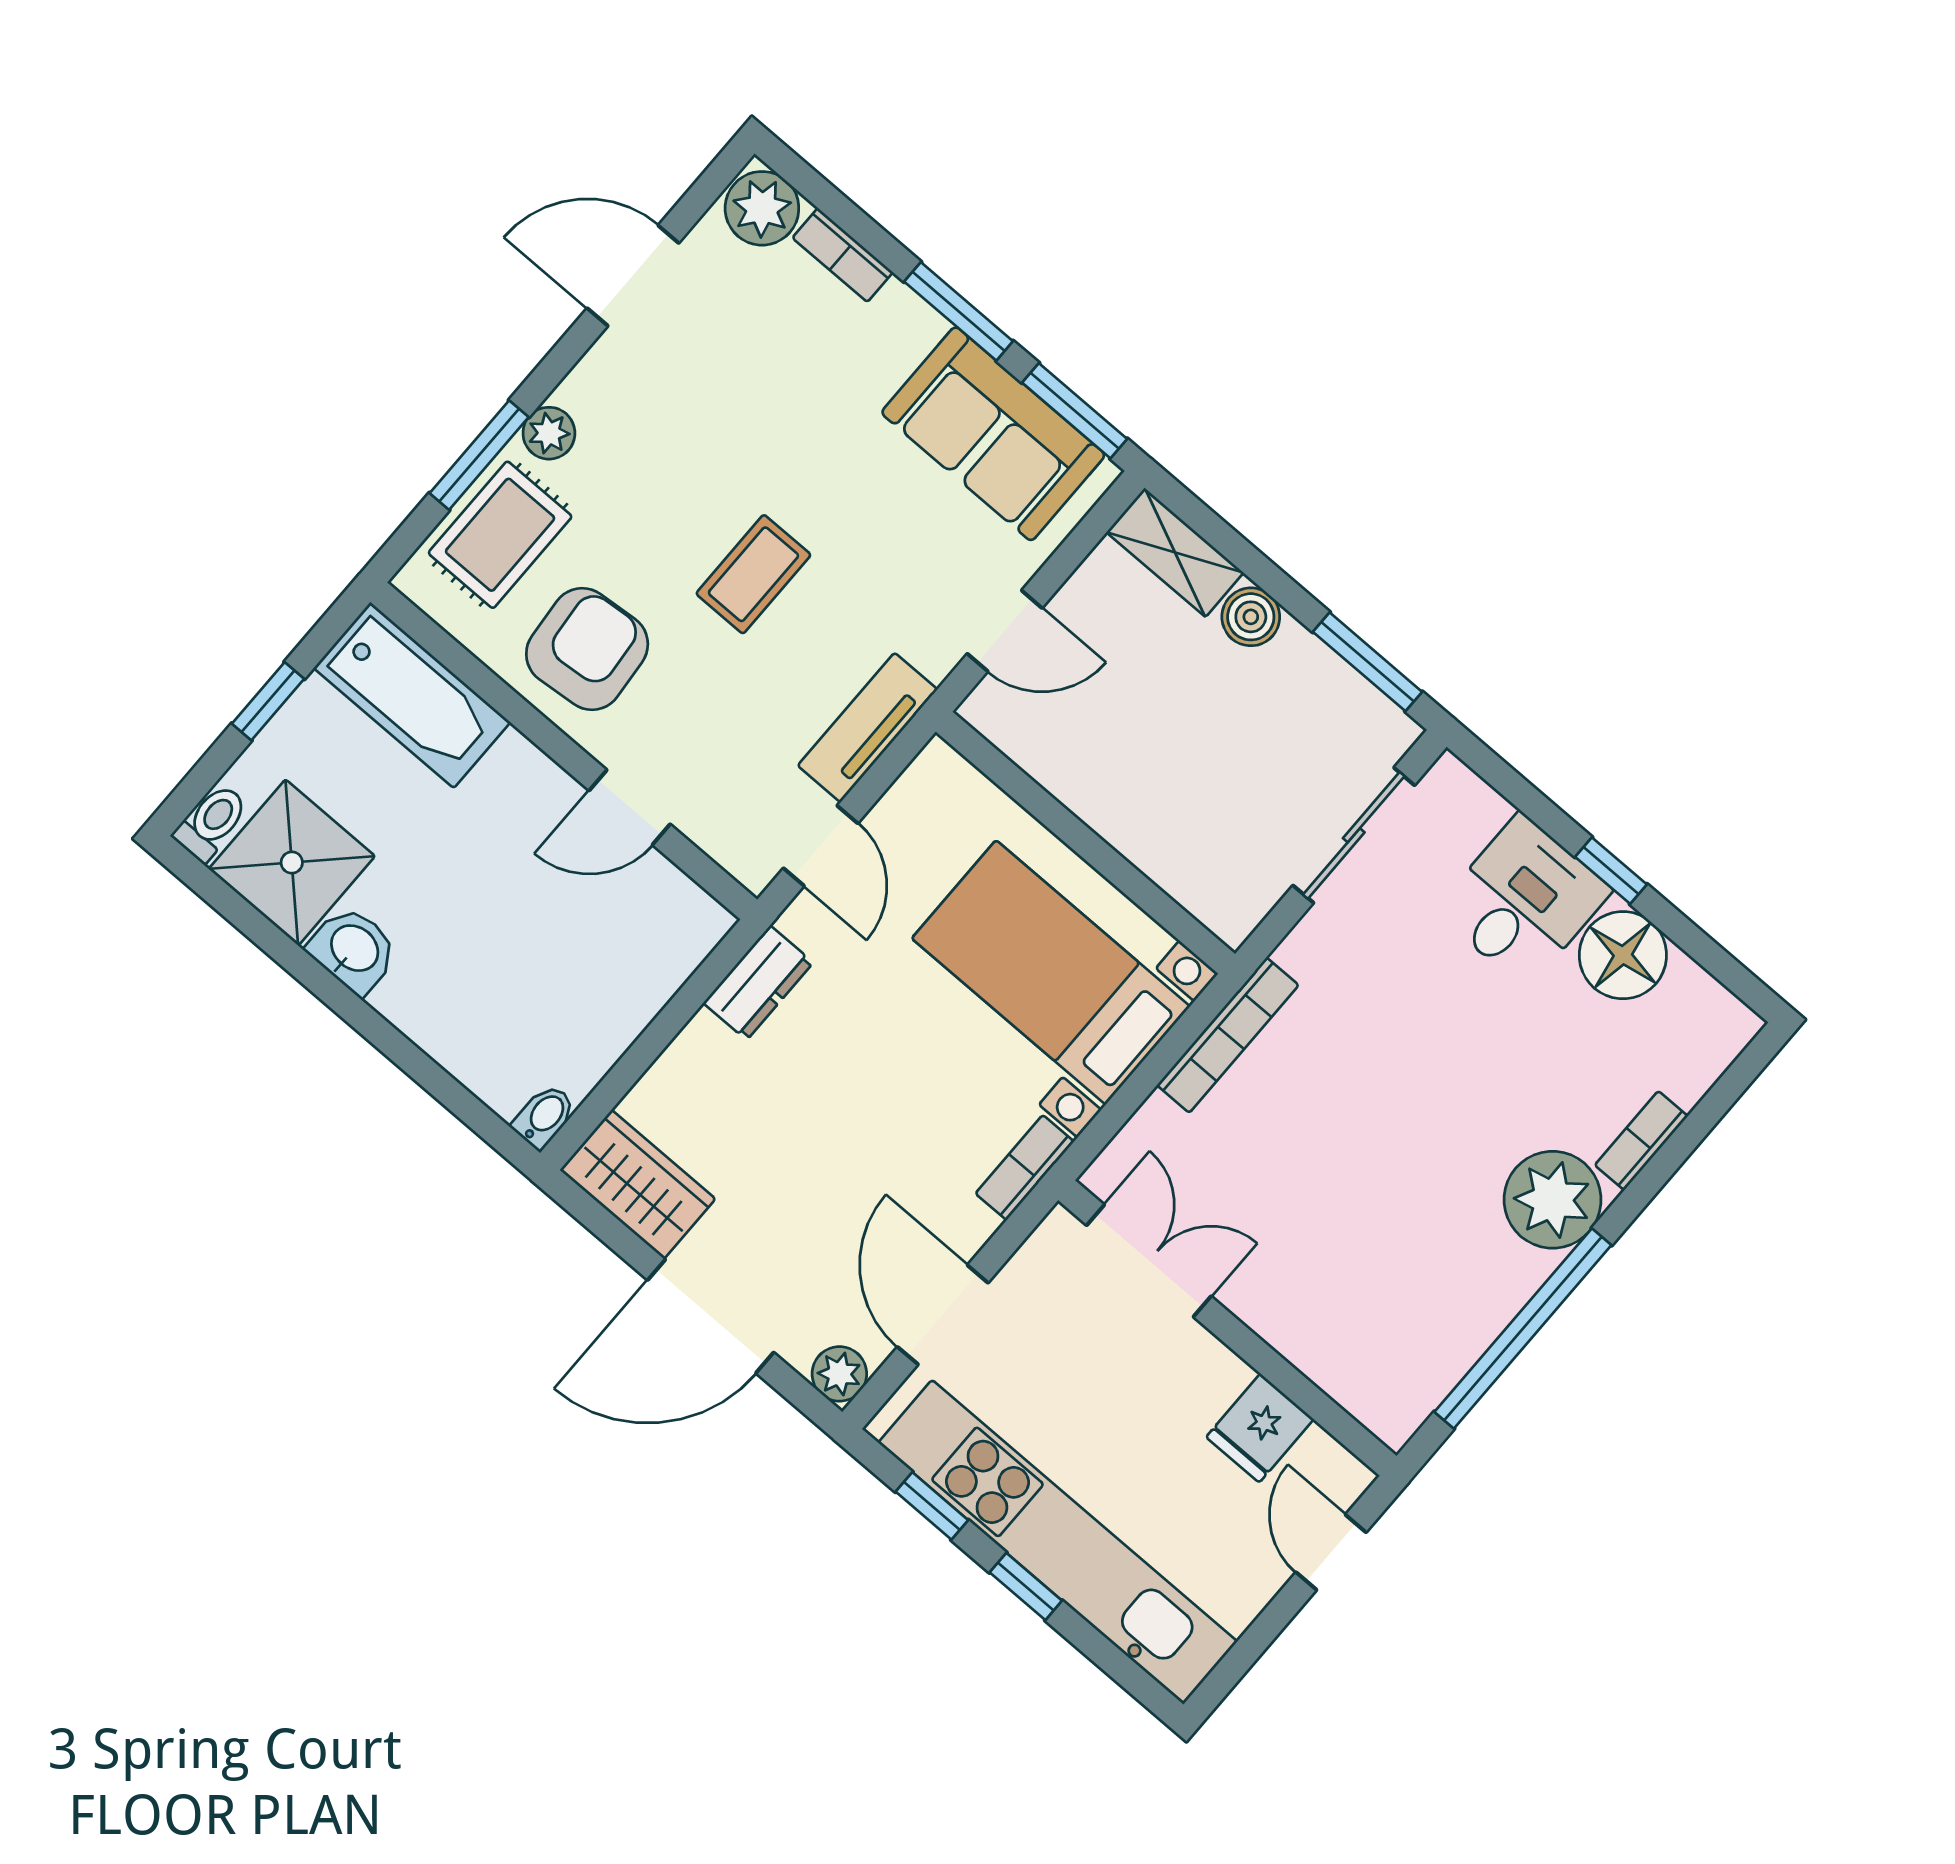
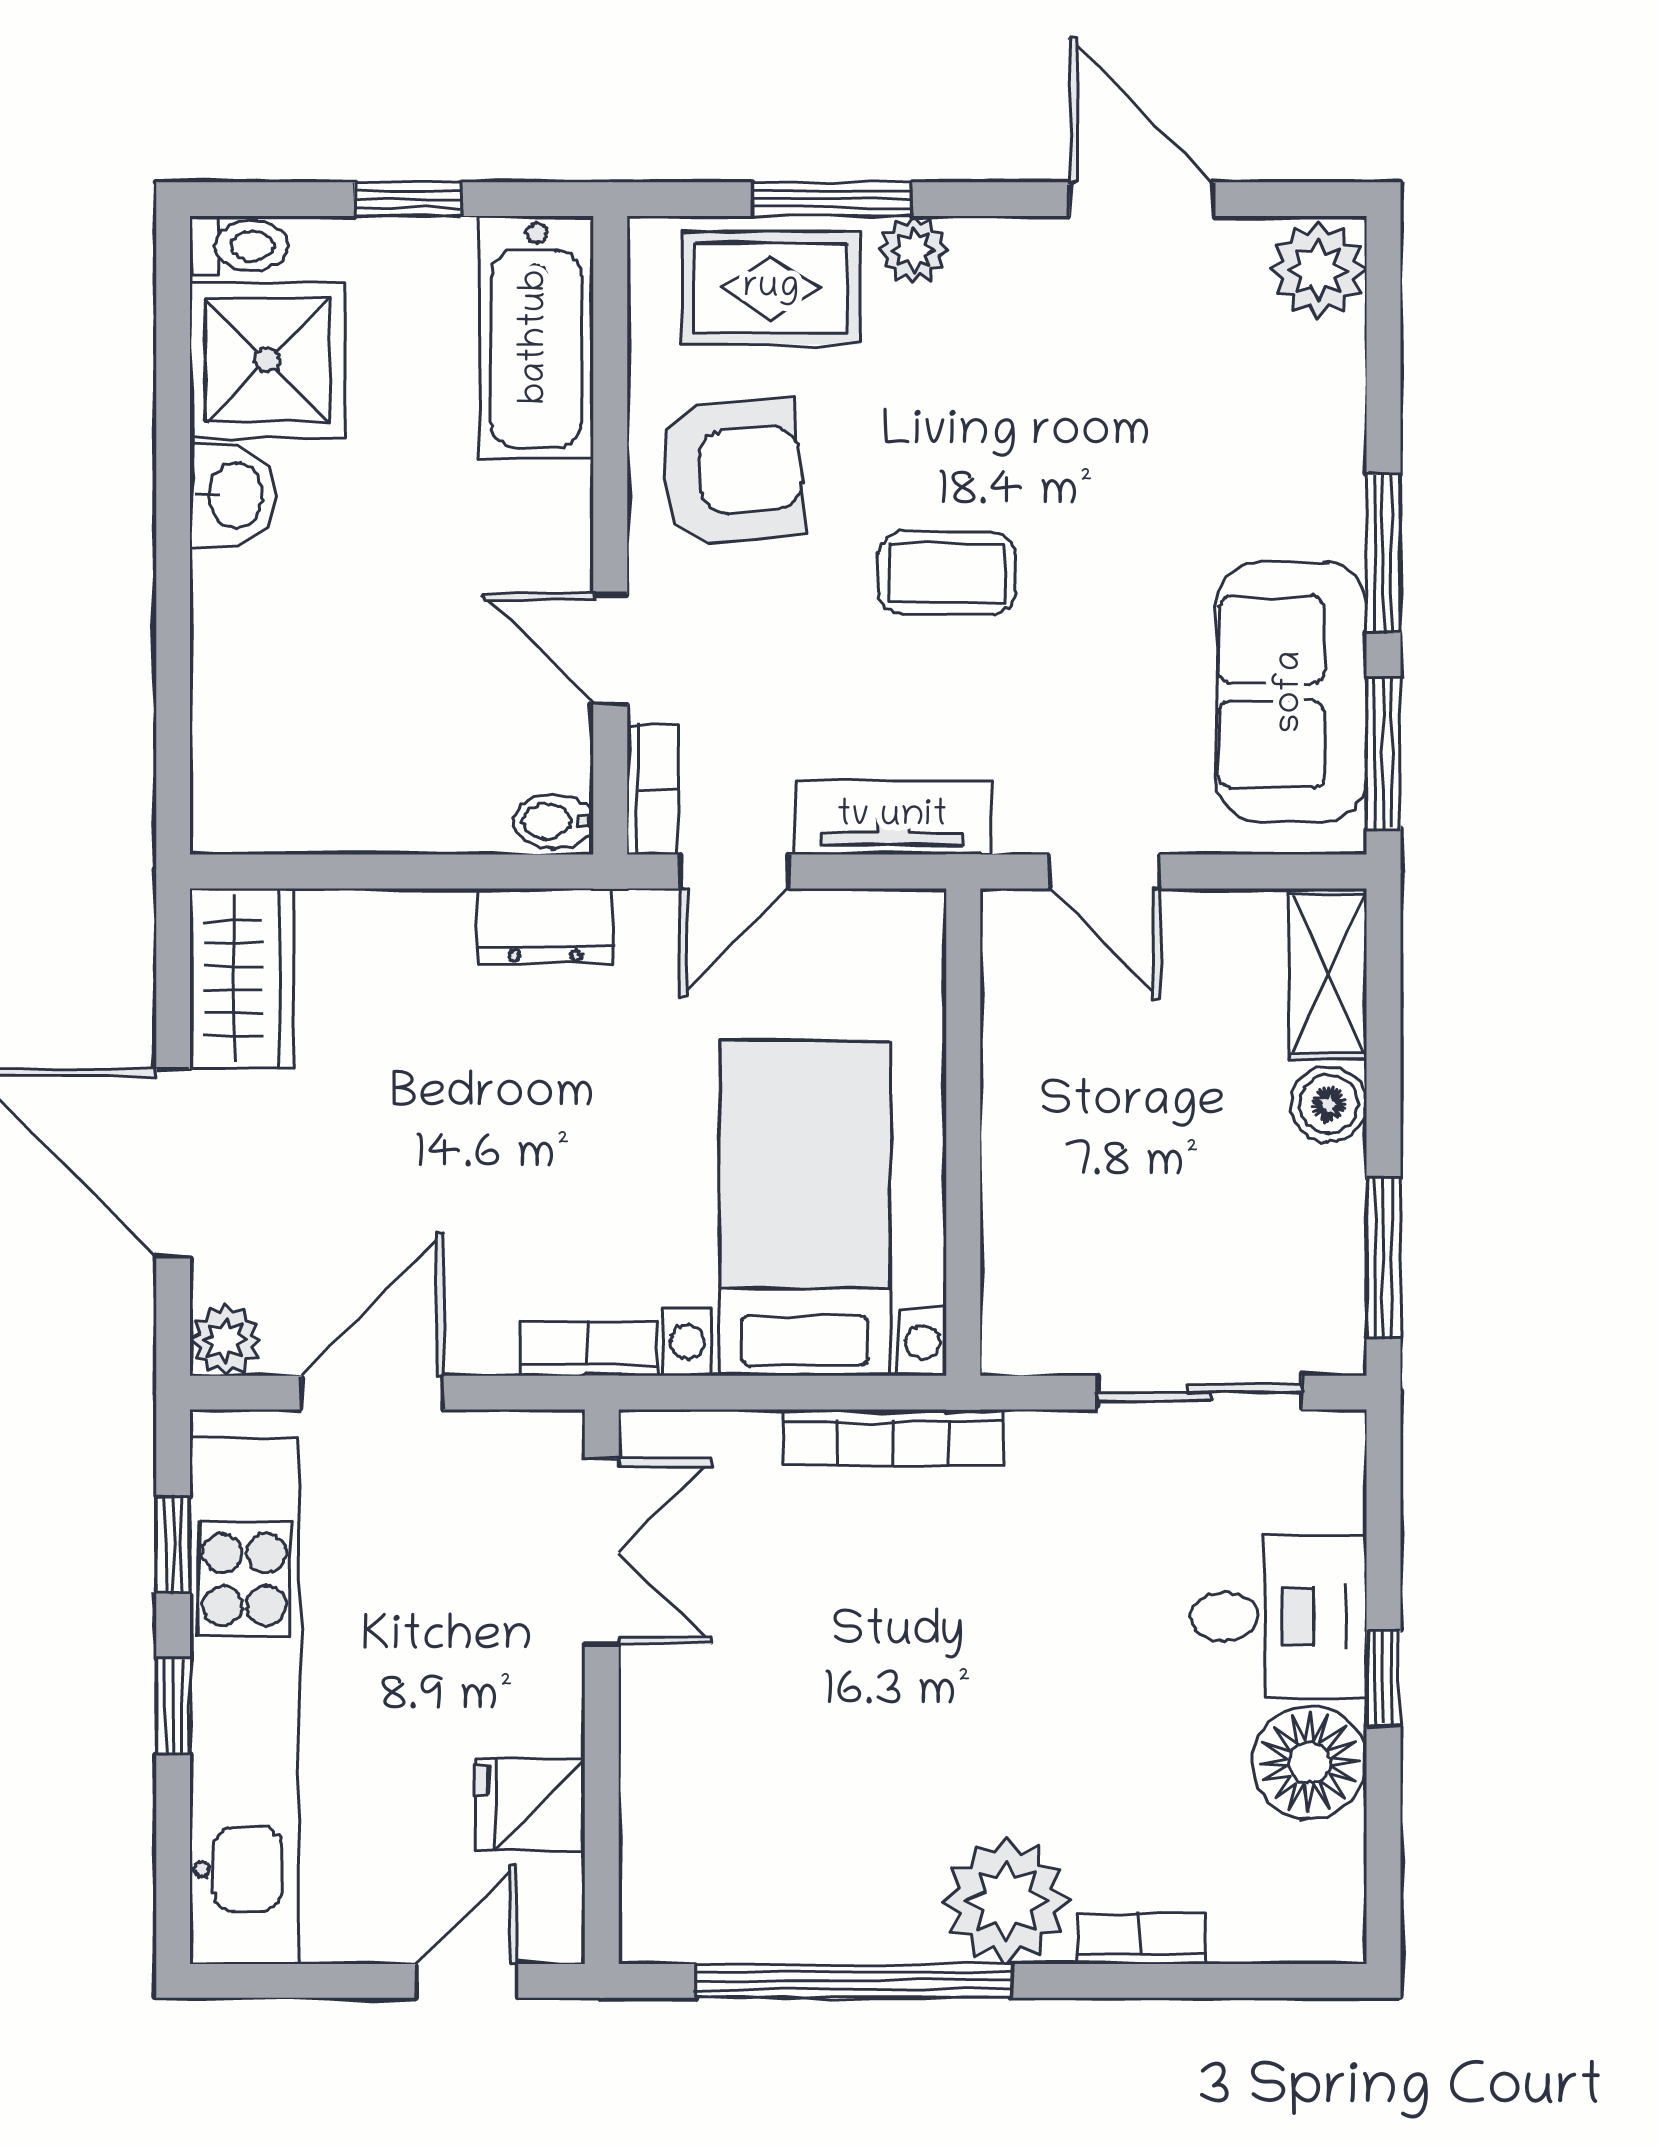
bookcase: (843, 255) -> (653, 790), moved, turned 180
bidet: (544, 1117) -> (553, 821), moved, turned 180

